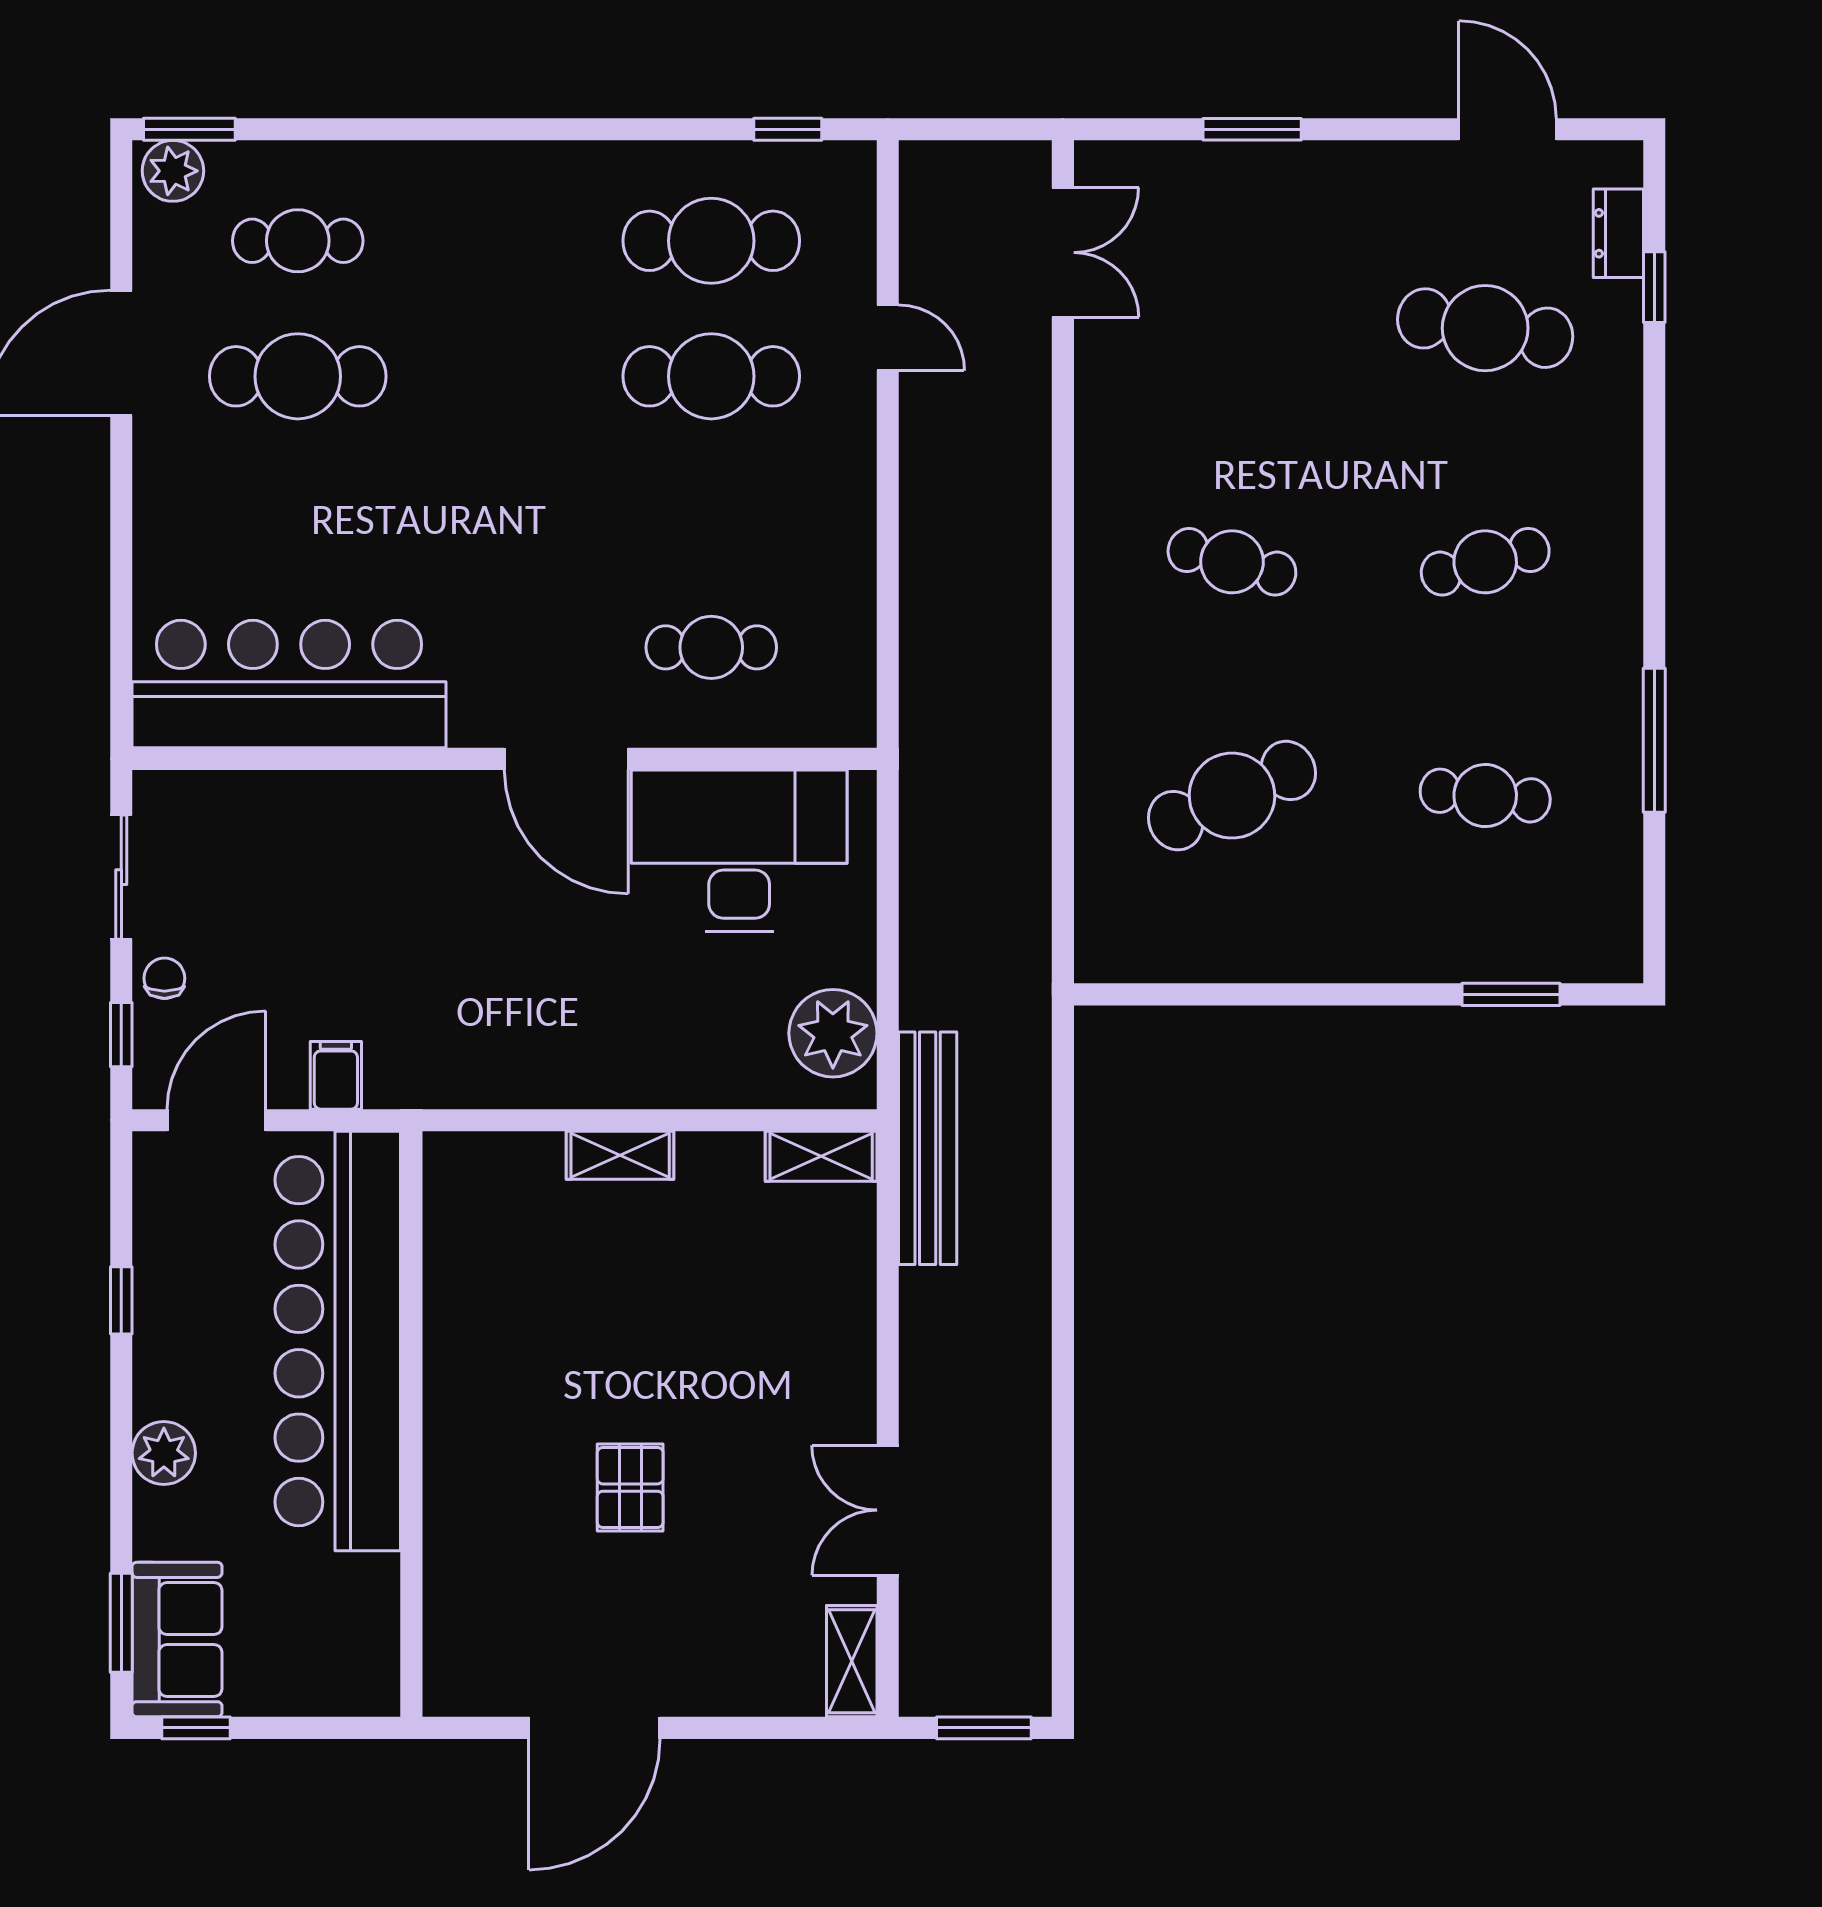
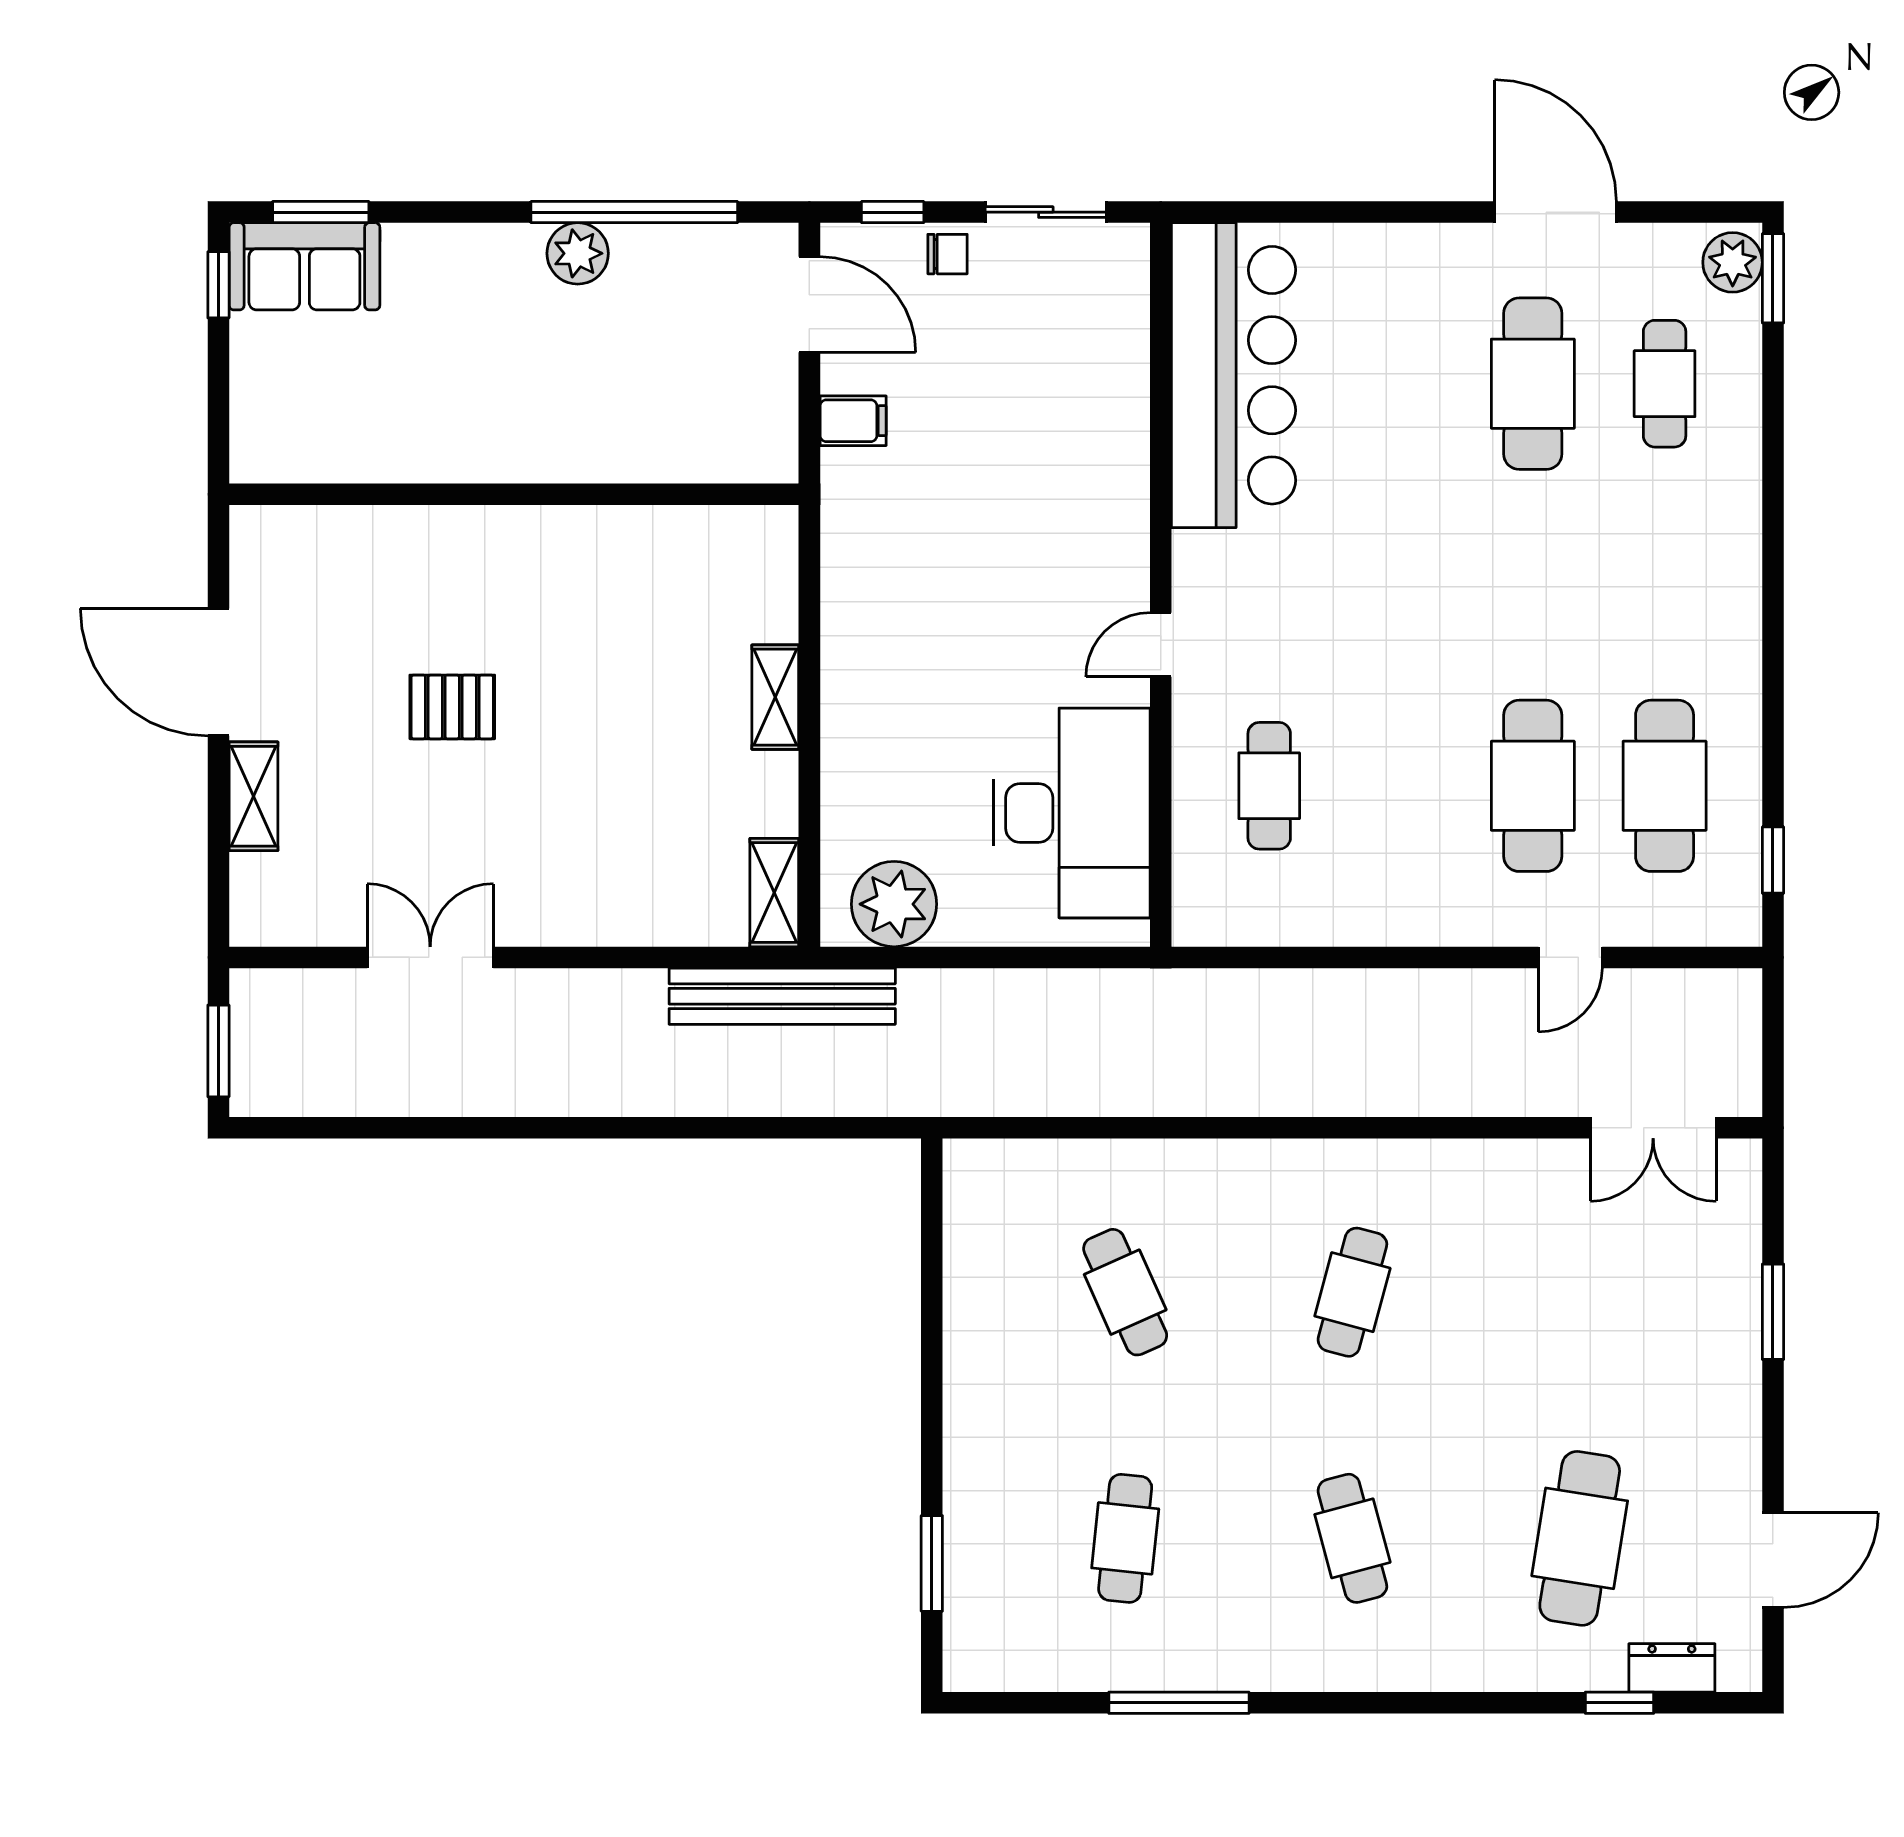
door: (566, 759) -> (1161, 645), width x0.53
cafe table: (1232, 796) -> (1125, 1292), width x0.73, depth x0.74
window: (121, 1300) -> (634, 212), width x3.17
bar counter: (338, 1341) -> (595, 423), removed
plant: (164, 1453) -> (578, 253), moved
shelving: (852, 1661) -> (254, 796), moved, turned 90

